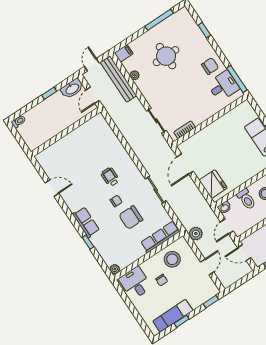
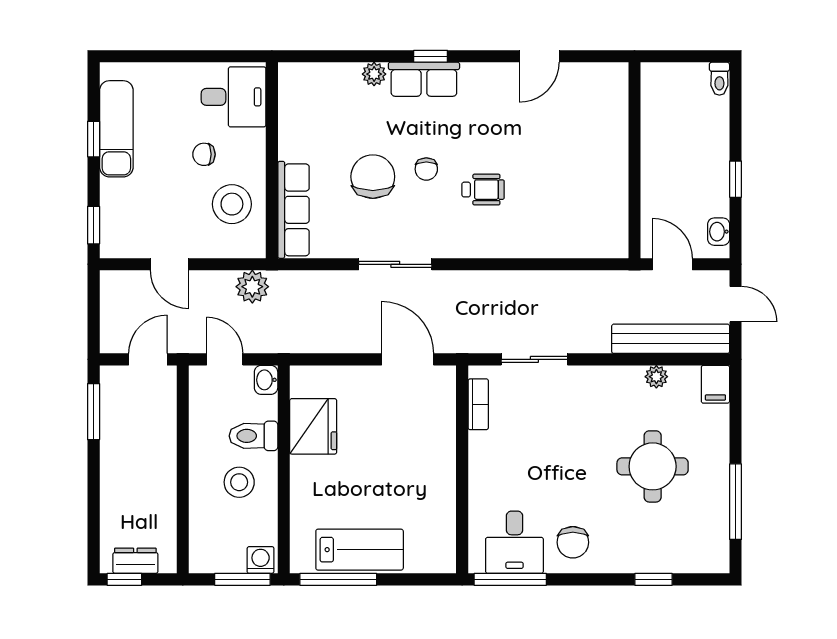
washbasin: (72, 89) -> (719, 232), width x0.52, depth x0.69
fridge: (213, 184) -> (313, 426), moved, turned -90
window: (88, 242) -> (431, 56), moved
plant: (115, 269) -> (374, 74), moved

